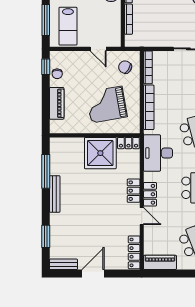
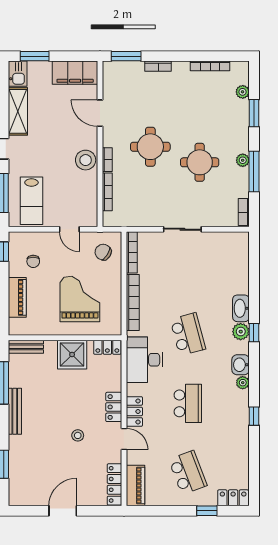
chair: (57, 74) -> (33, 261), moved
grand piano: (107, 105) -> (80, 299), turned 100
shower: (100, 153) -> (72, 355), width x0.73, depth x0.73
stool: (105, 213) -> (78, 435), added
piano: (160, 262) -> (136, 486), moved, turned 90
bench: (63, 264) -> (26, 347), moved

